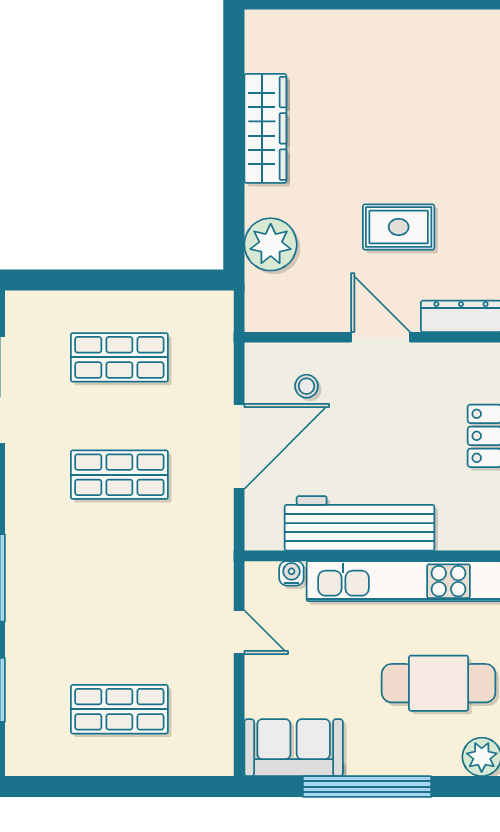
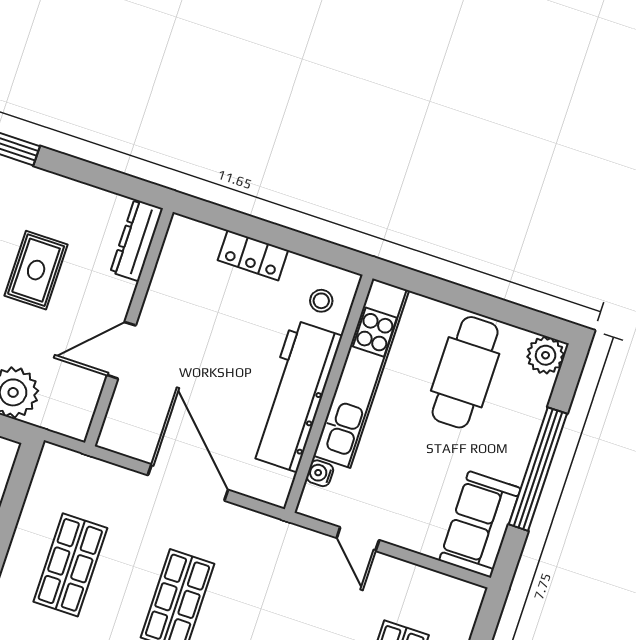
door: (381, 337) -> (121, 350), moved
stool: (306, 386) -> (321, 301), moved
door: (239, 632) -> (358, 539), swing flipped

